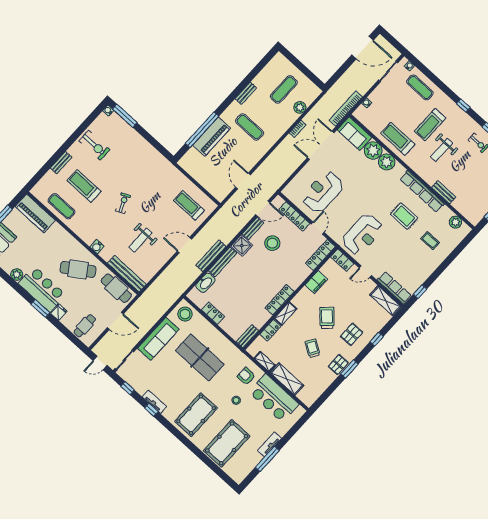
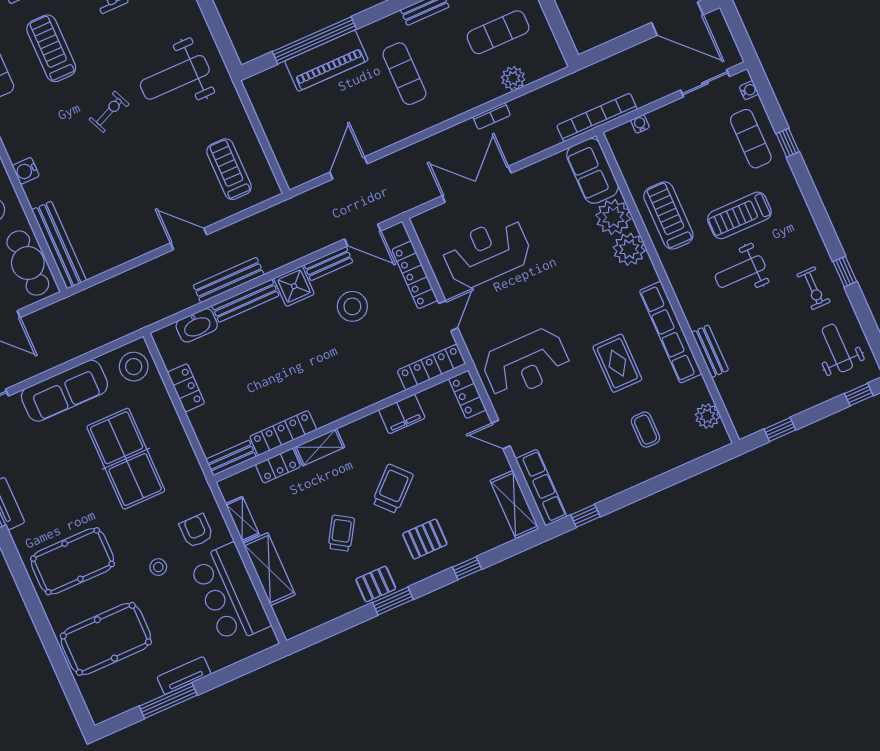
window: (463, 106) -> (788, 143), moved
double door: (321, 145) -> (477, 184), moved
weight bench: (140, 240) -> (175, 77), moved, width x1.36, depth x1.33
locker: (280, 300) -> (283, 433), moved

